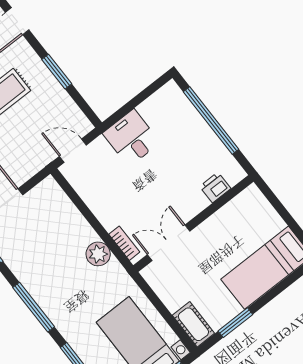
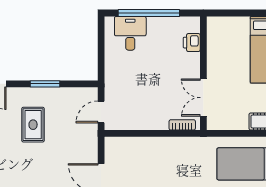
desk: (131, 138) -> (130, 33), moved, turned 90
plant: (98, 254) -> (176, 146), removed

